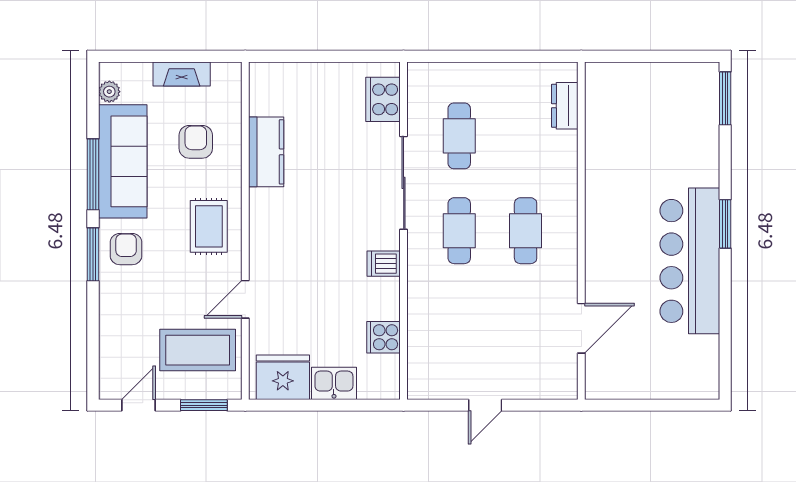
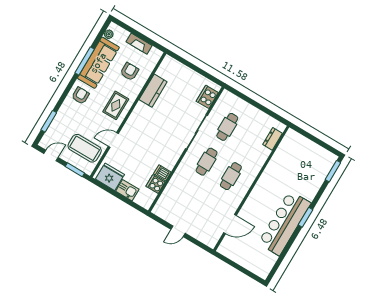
window: (93, 254) -> (49, 121), moved
dishwasher: (384, 264) -> (162, 173), moved

